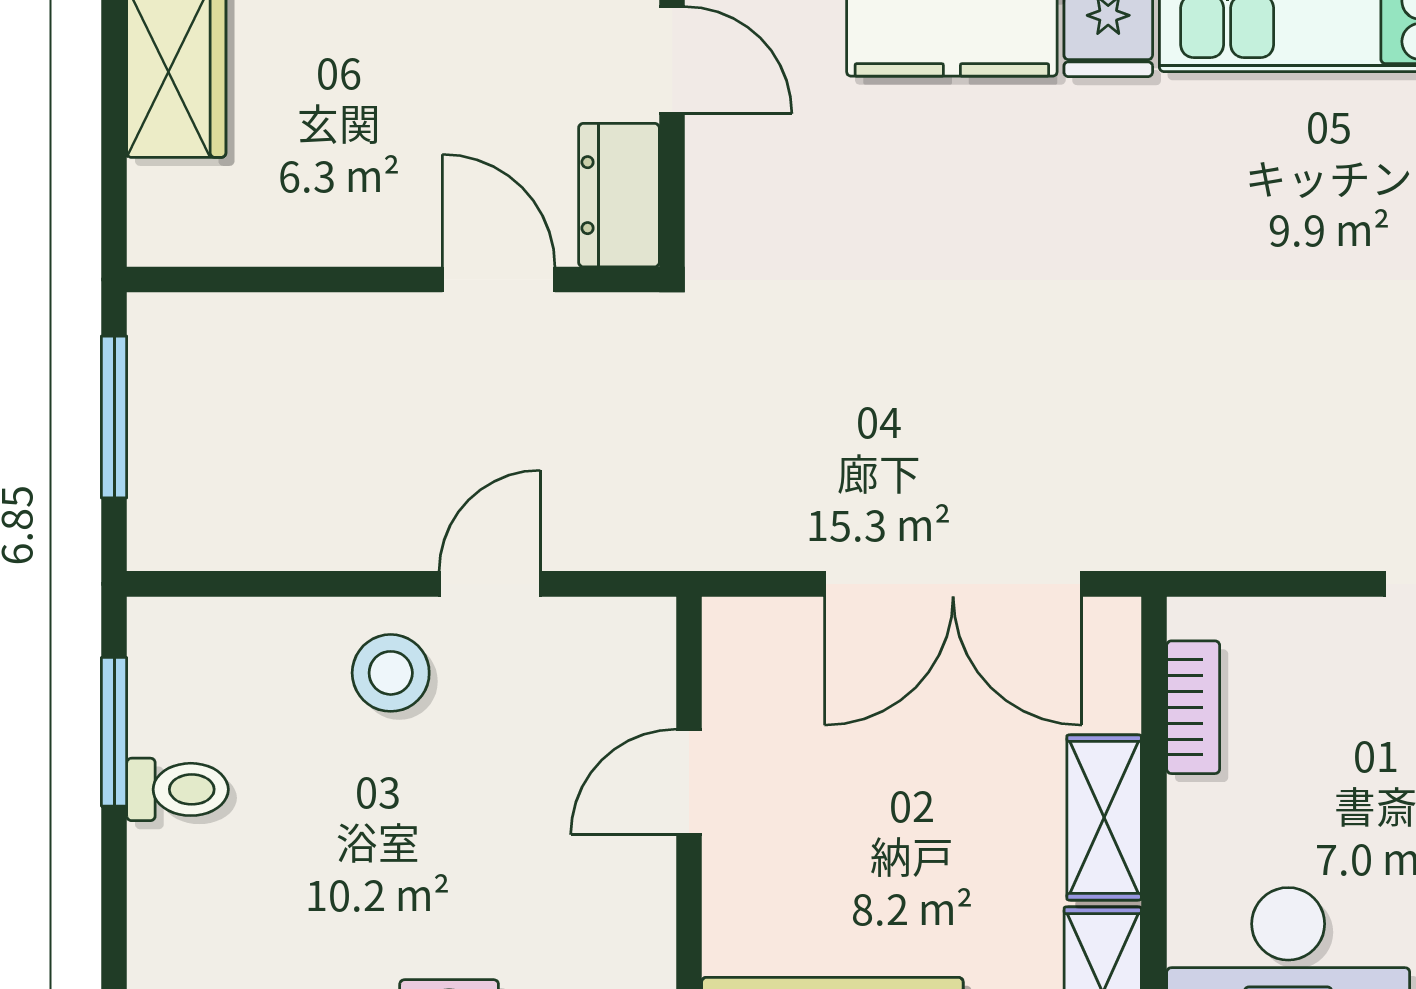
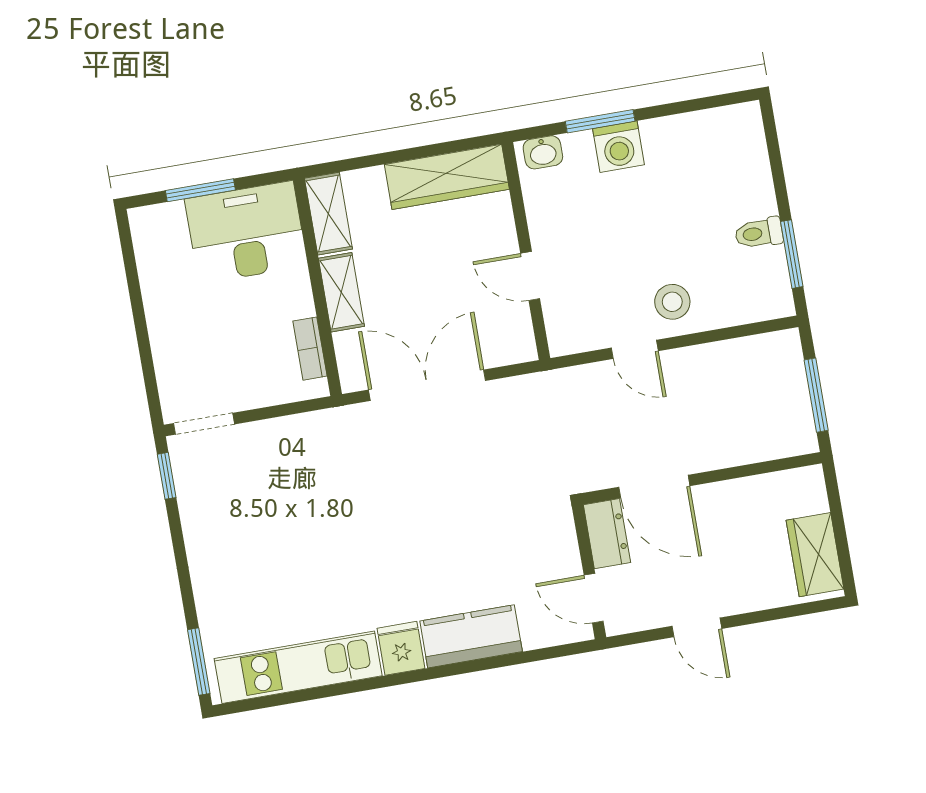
door: (499, 280) -> (654, 486), width x1.38
door: (490, 584) -> (635, 349), hinge flipped
door: (689, 782) -> (530, 276), swing flipped

